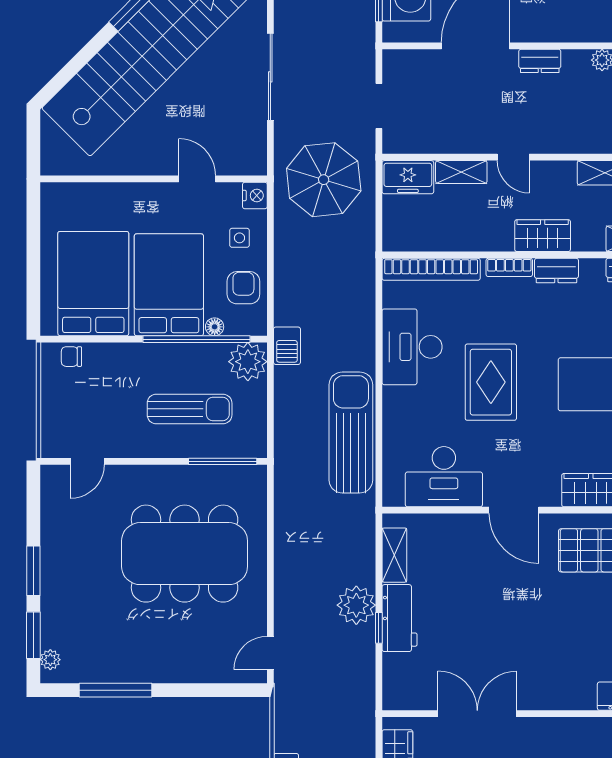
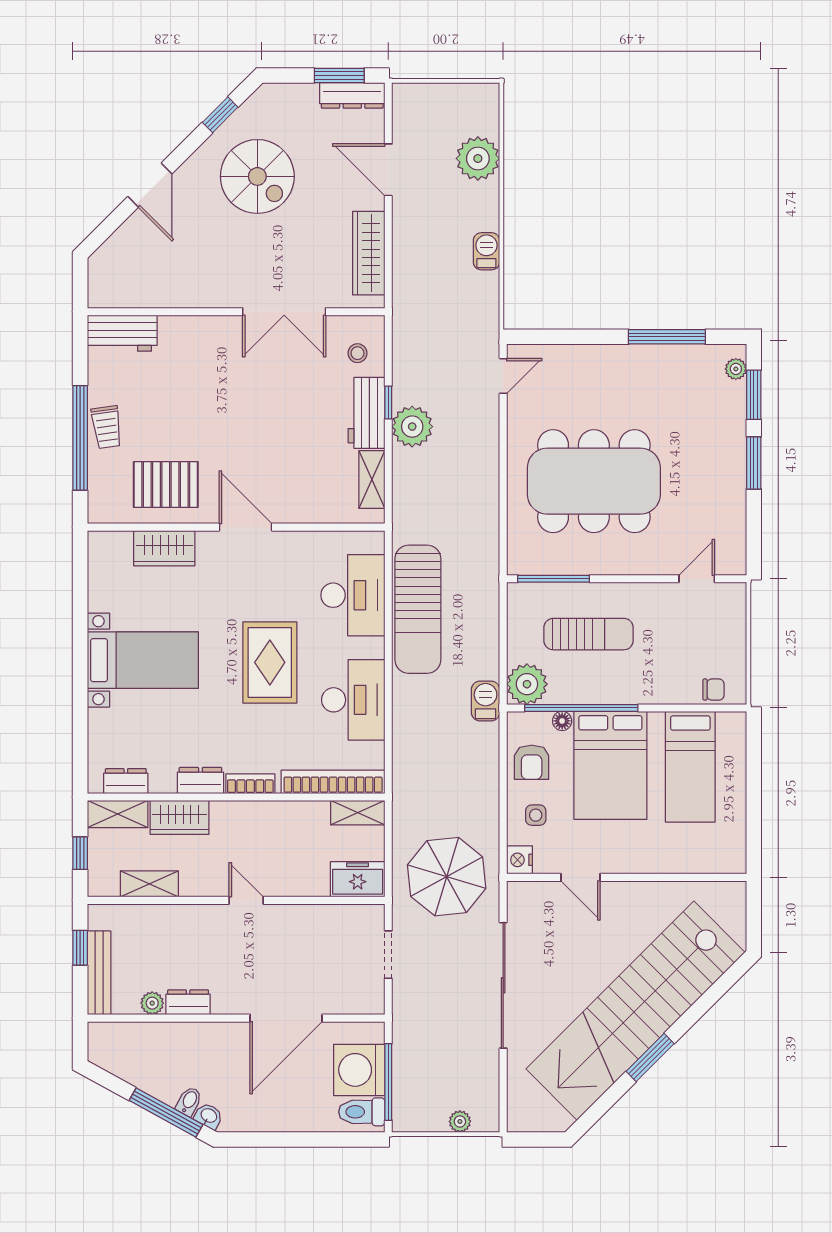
dresser: (540, 61) -> (188, 1002), moved
sliding door: (270, 77) -> (503, 985), width x1.36
shelving: (461, 172) -> (358, 813), moved
wardrobe: (543, 236) -> (180, 817), moved
bed: (93, 284) -> (690, 767), width x0.67
sun lounger: (190, 409) -> (589, 634), turned 180
desk: (444, 477) -> (353, 595), moved, turned 90
stool: (408, 675) -> (357, 353), added

